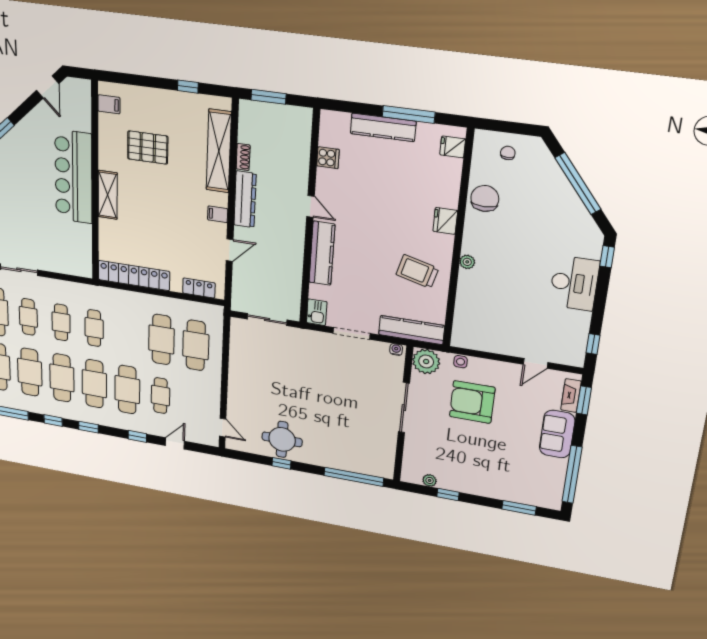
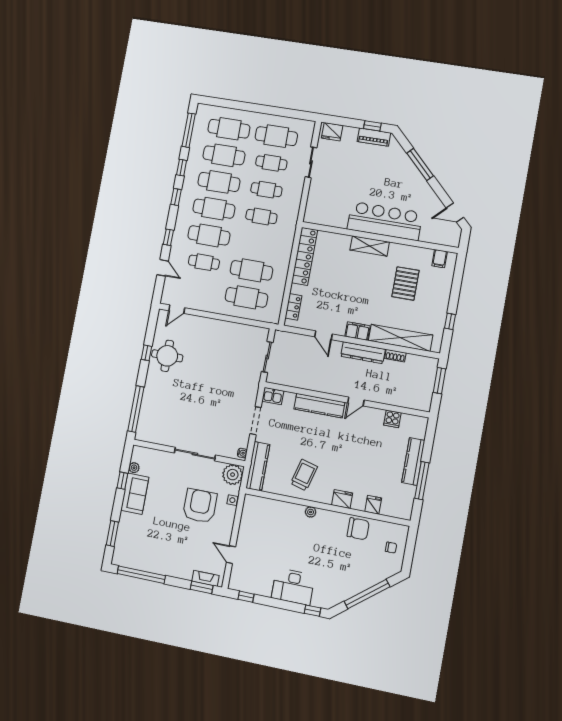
fridge: (453, 147) -> (373, 505), moved
filing cabinet: (218, 214) -> (357, 331), width x2.00
sofa: (557, 434) -> (135, 494), moved, turned 90

